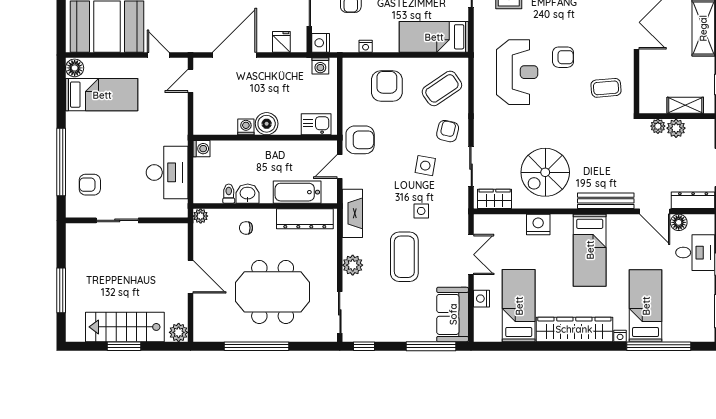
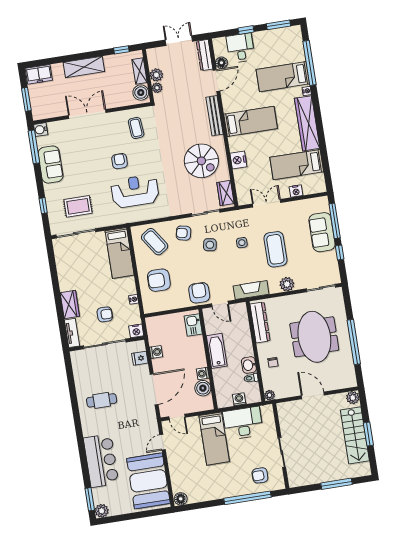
door: (234, 55) -> (154, 389), swing flipped
washing machine: (320, 66) -> (156, 352), moved
bed: (102, 95) -> (214, 439), moved, turned 180
boiler: (655, 102) -> (141, 93), added
boiler: (267, 124) -> (203, 388), moved
washing machine: (202, 149) -> (239, 399), moved
armchair: (90, 185) -> (260, 475), turned 90
bathtub: (297, 192) -> (217, 351), moved, turned 180
coffee table: (404, 257) -> (275, 249), turned 90
door: (191, 277) -> (313, 395), hinge flipped
sofa: (453, 314) -> (322, 232), moved, turned 90
window: (364, 346) -> (340, 253), moved

